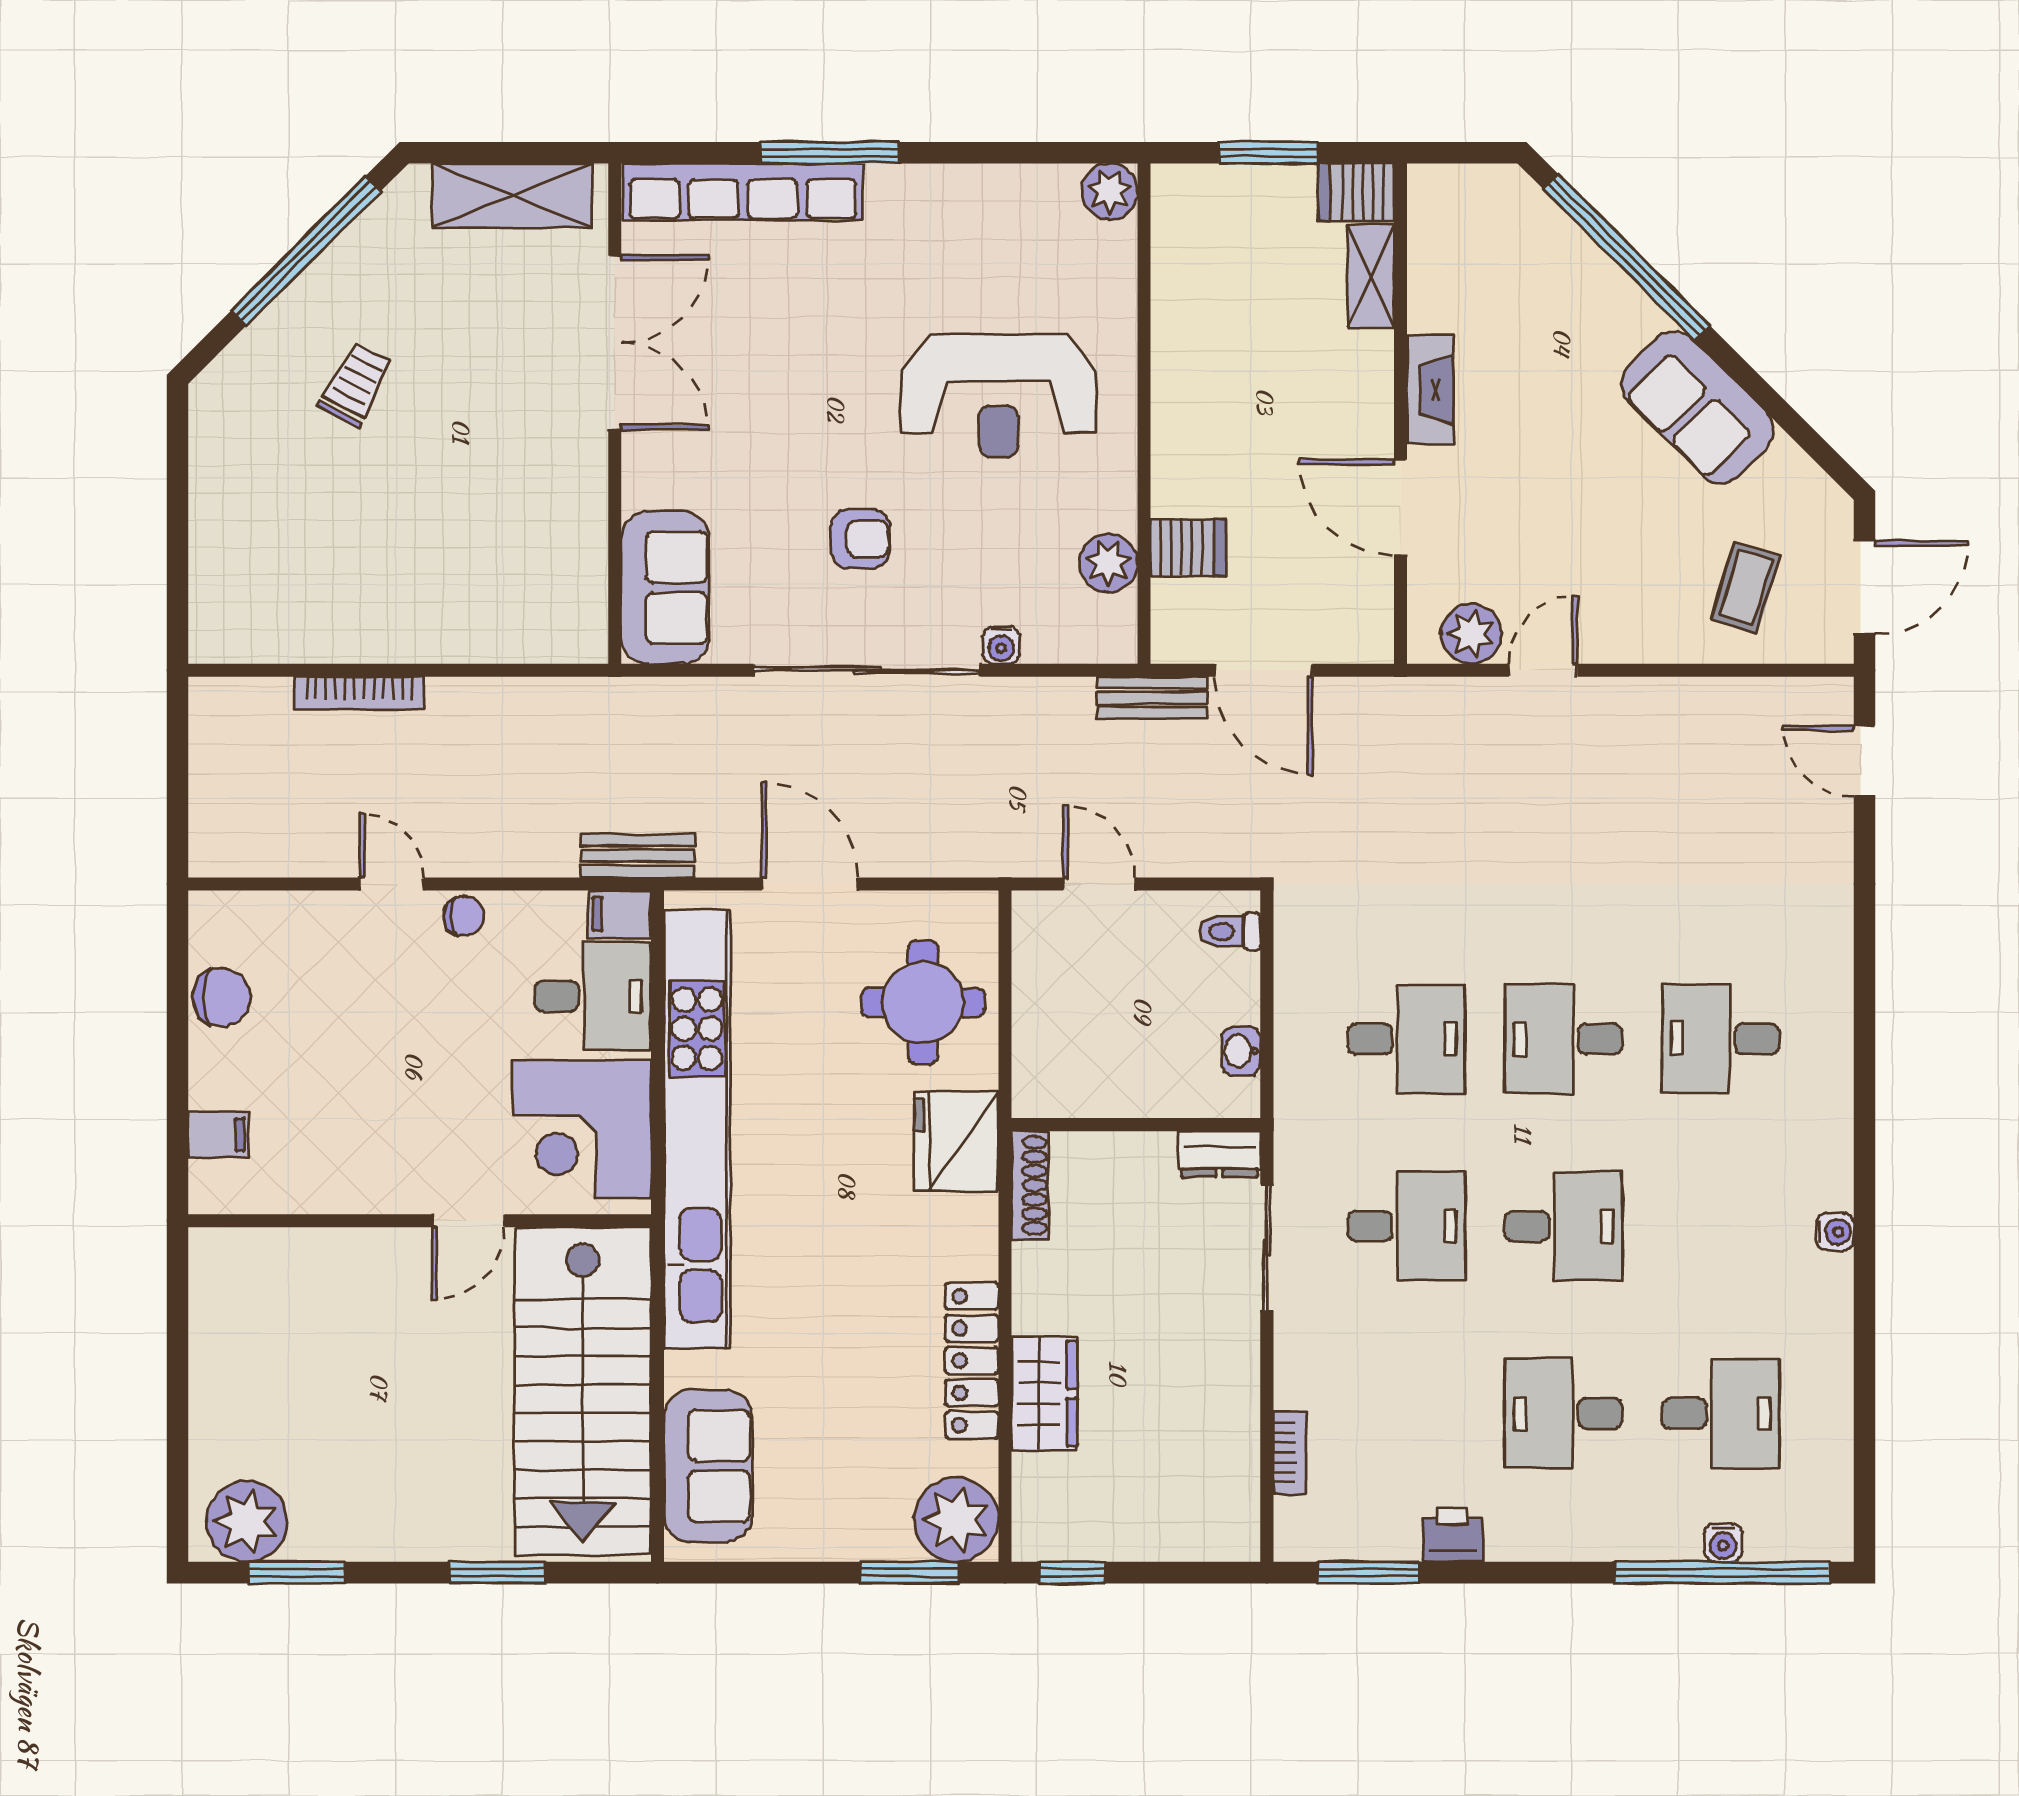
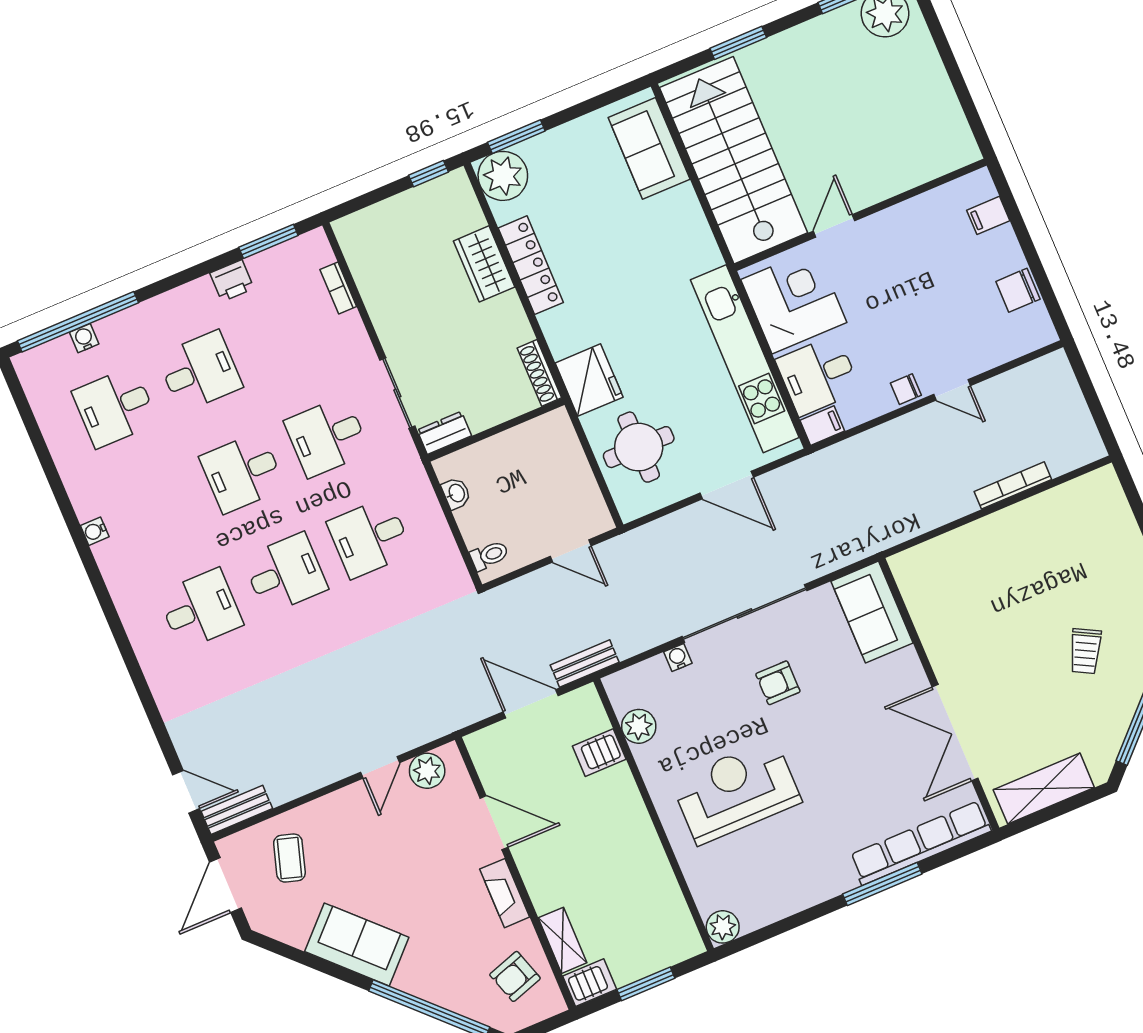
armchair: (1470, 251) -> (515, 976), added
bench: (638, 856) -> (237, 810), moved
kitchen unit: (697, 1129) -> (745, 359), width x0.73

